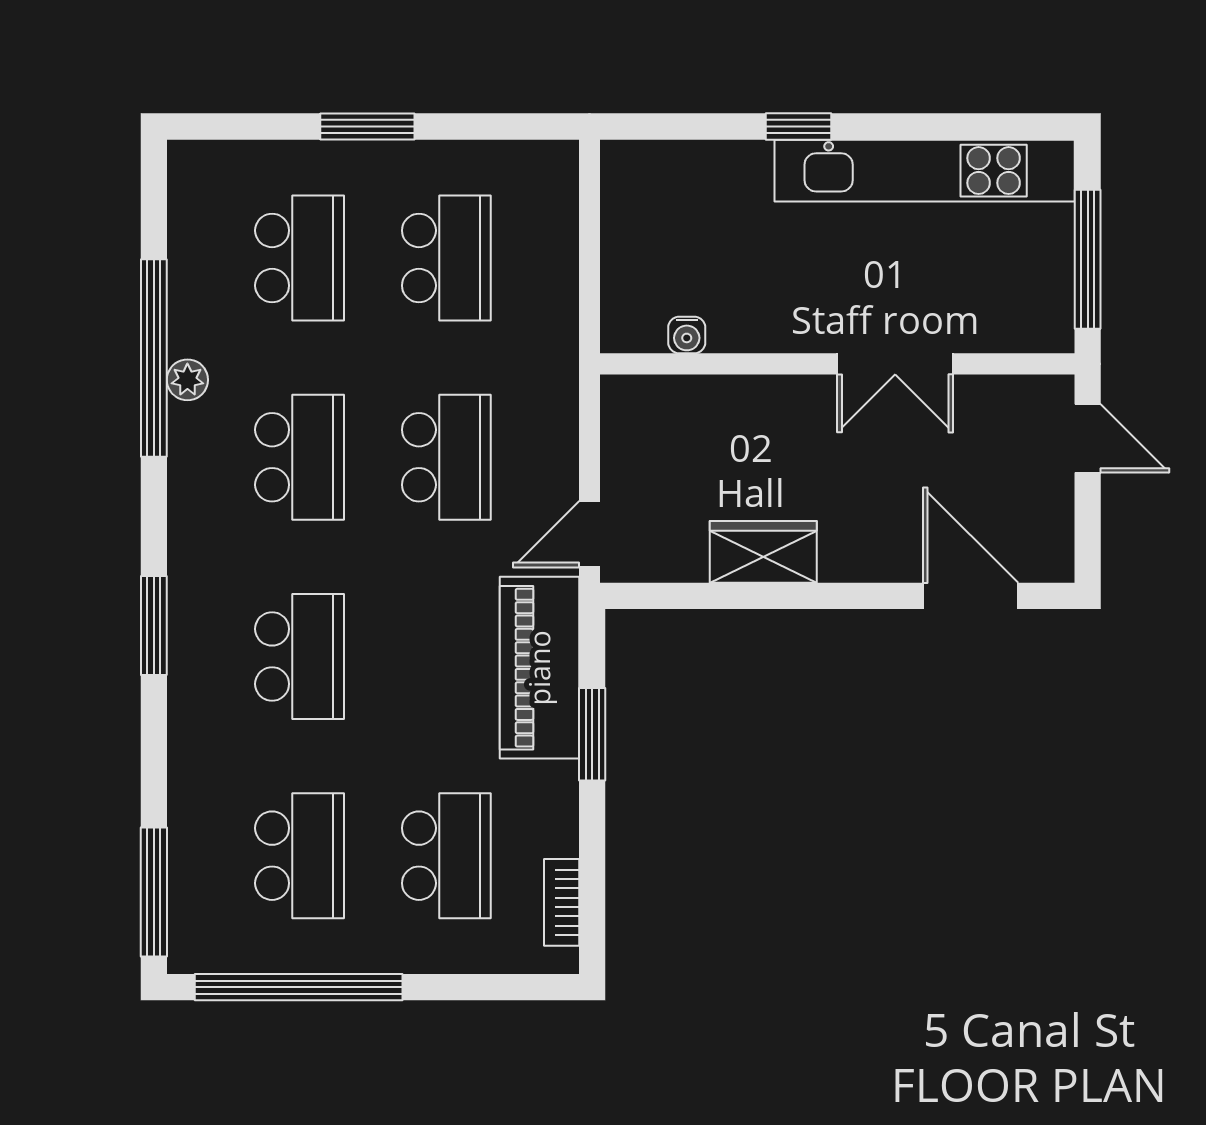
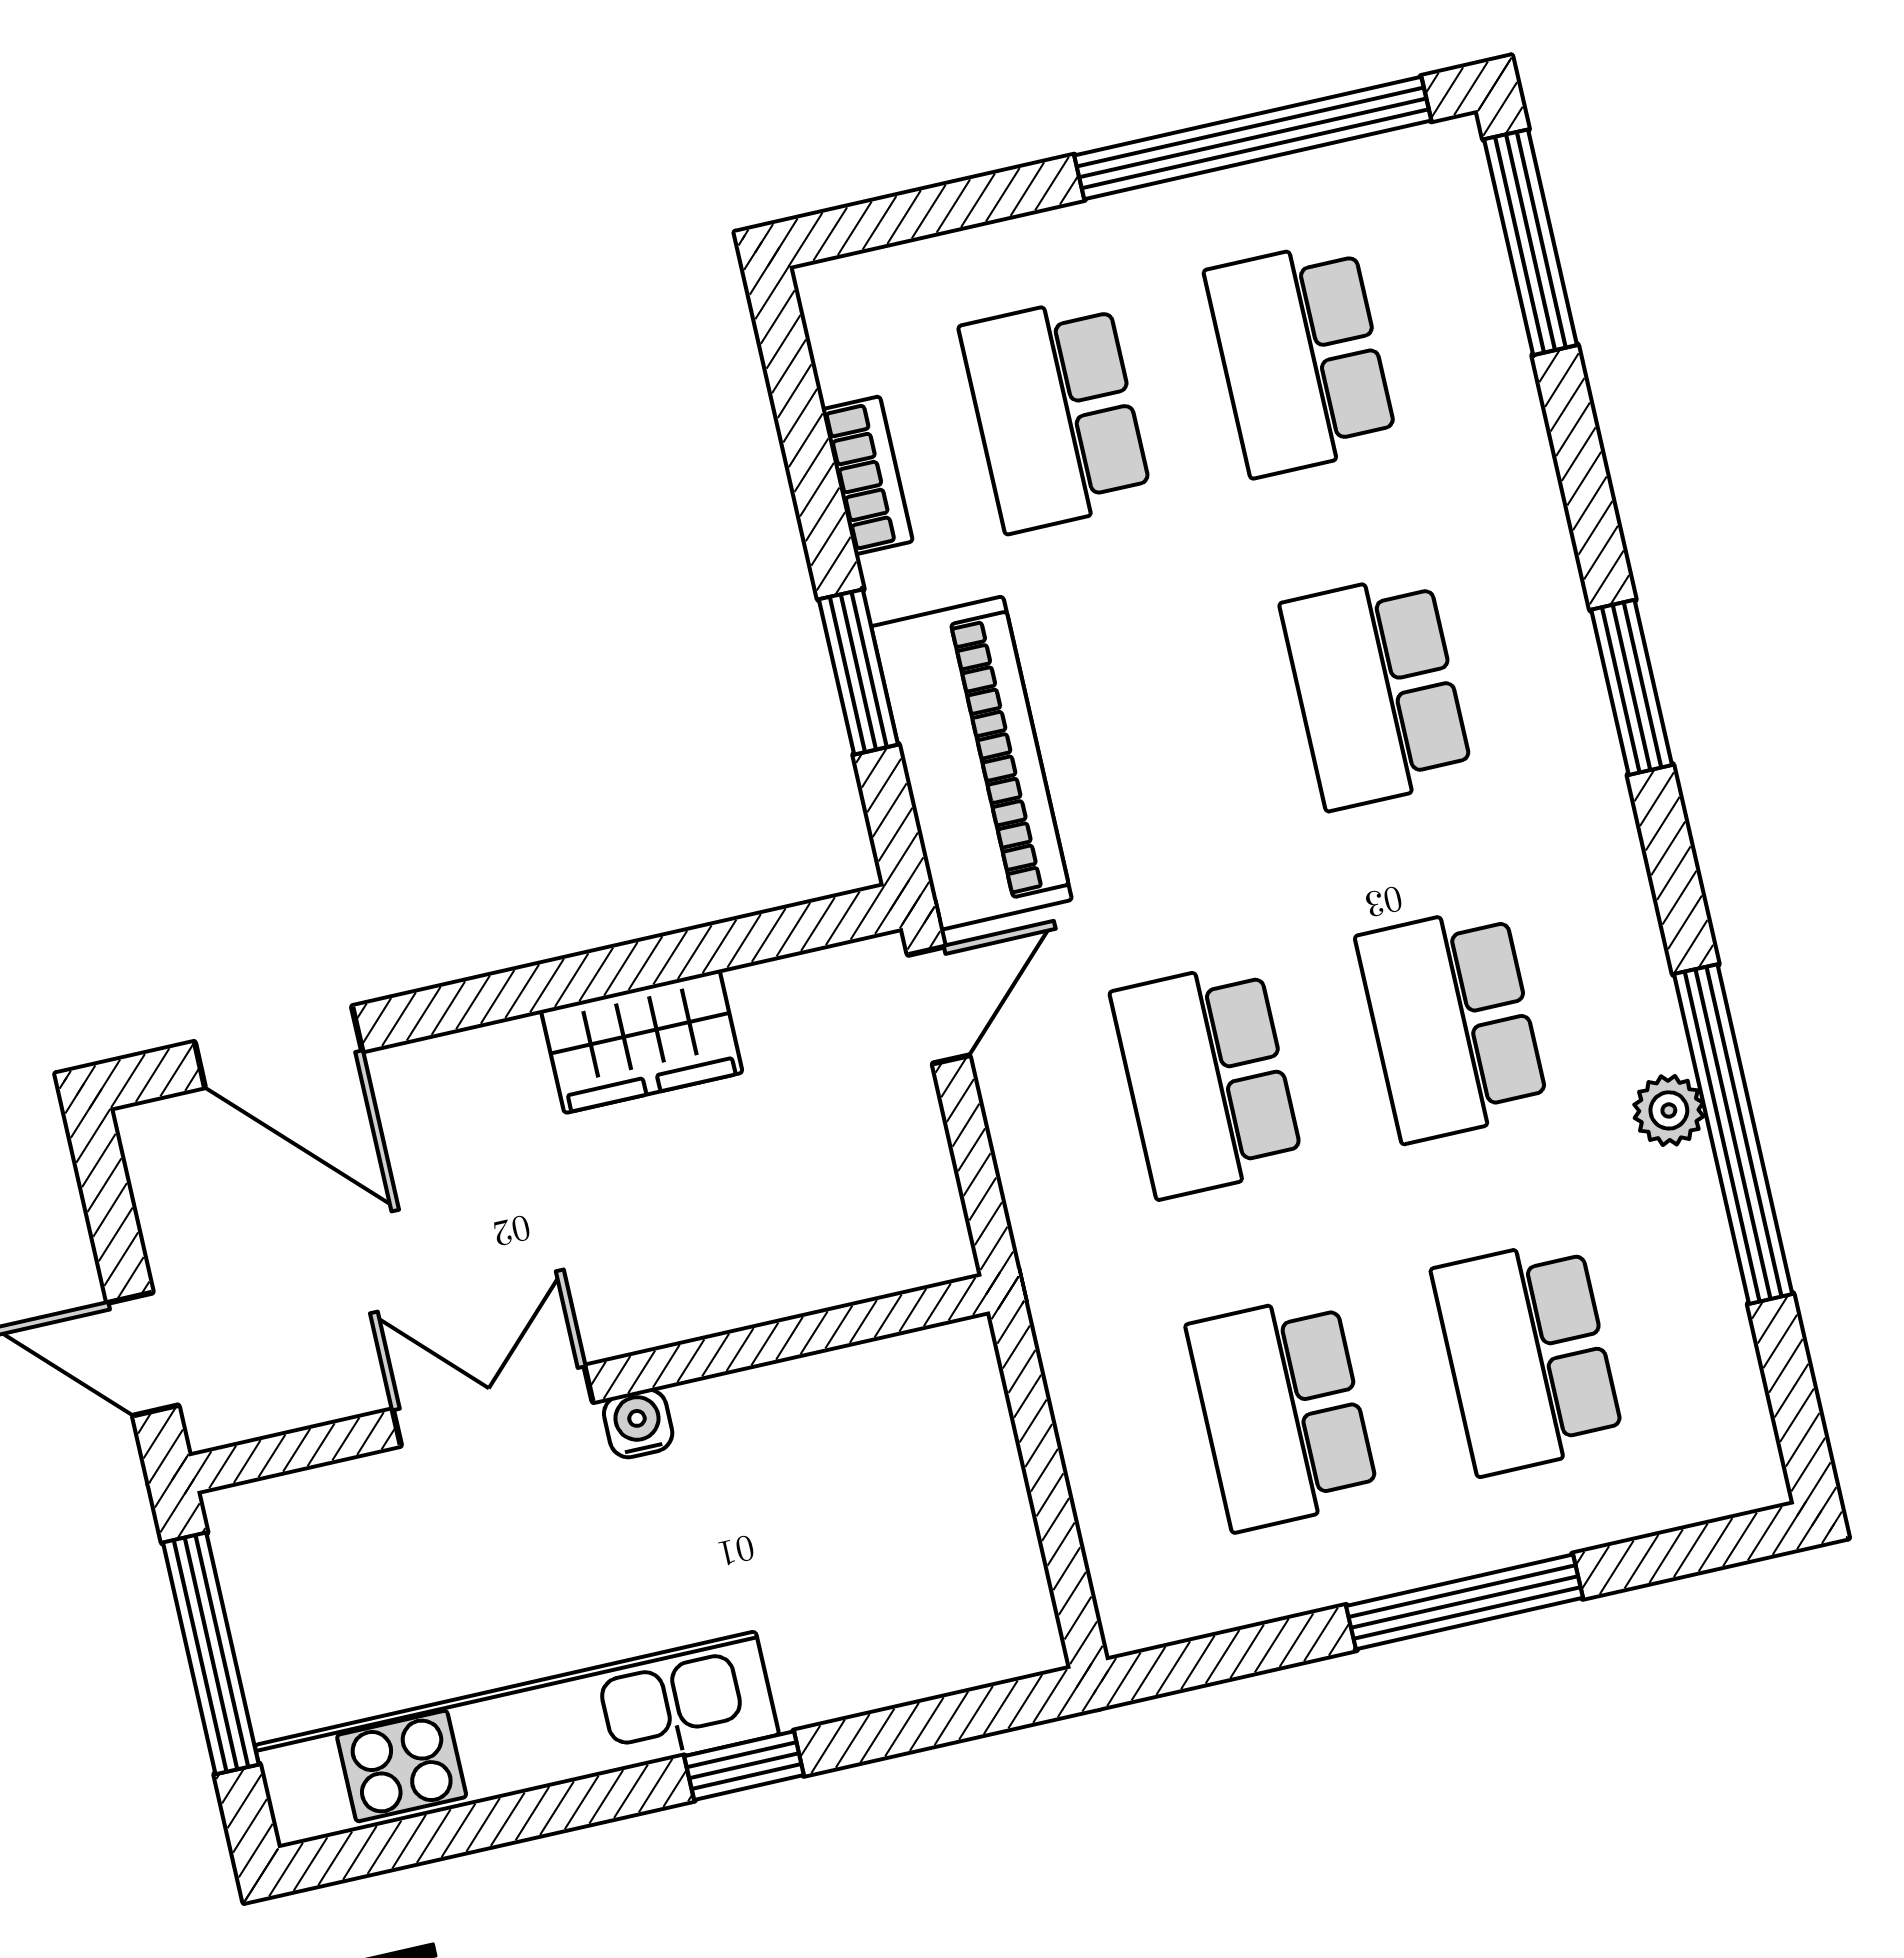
window: (367, 127) -> (1465, 1602), width x1.44
water cooler: (687, 335) -> (638, 1423), moved
bookcase: (562, 902) -> (867, 475), moved

